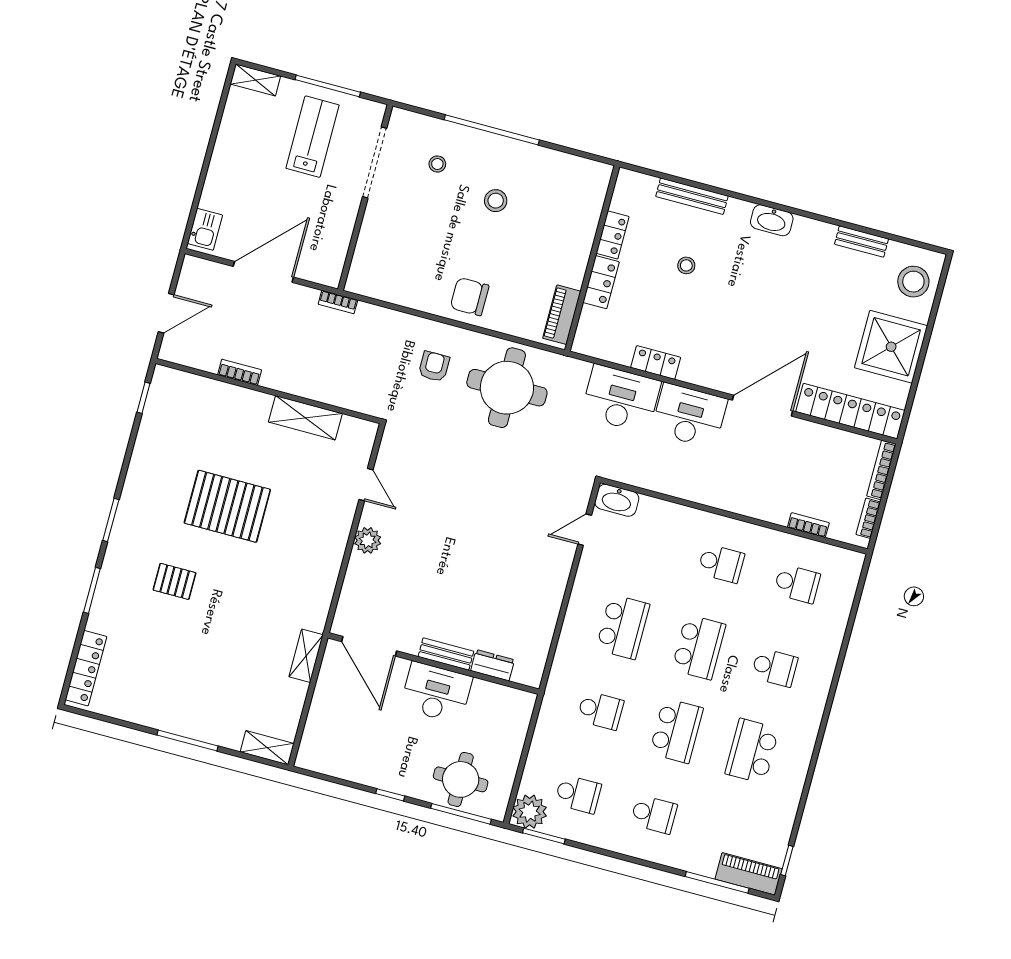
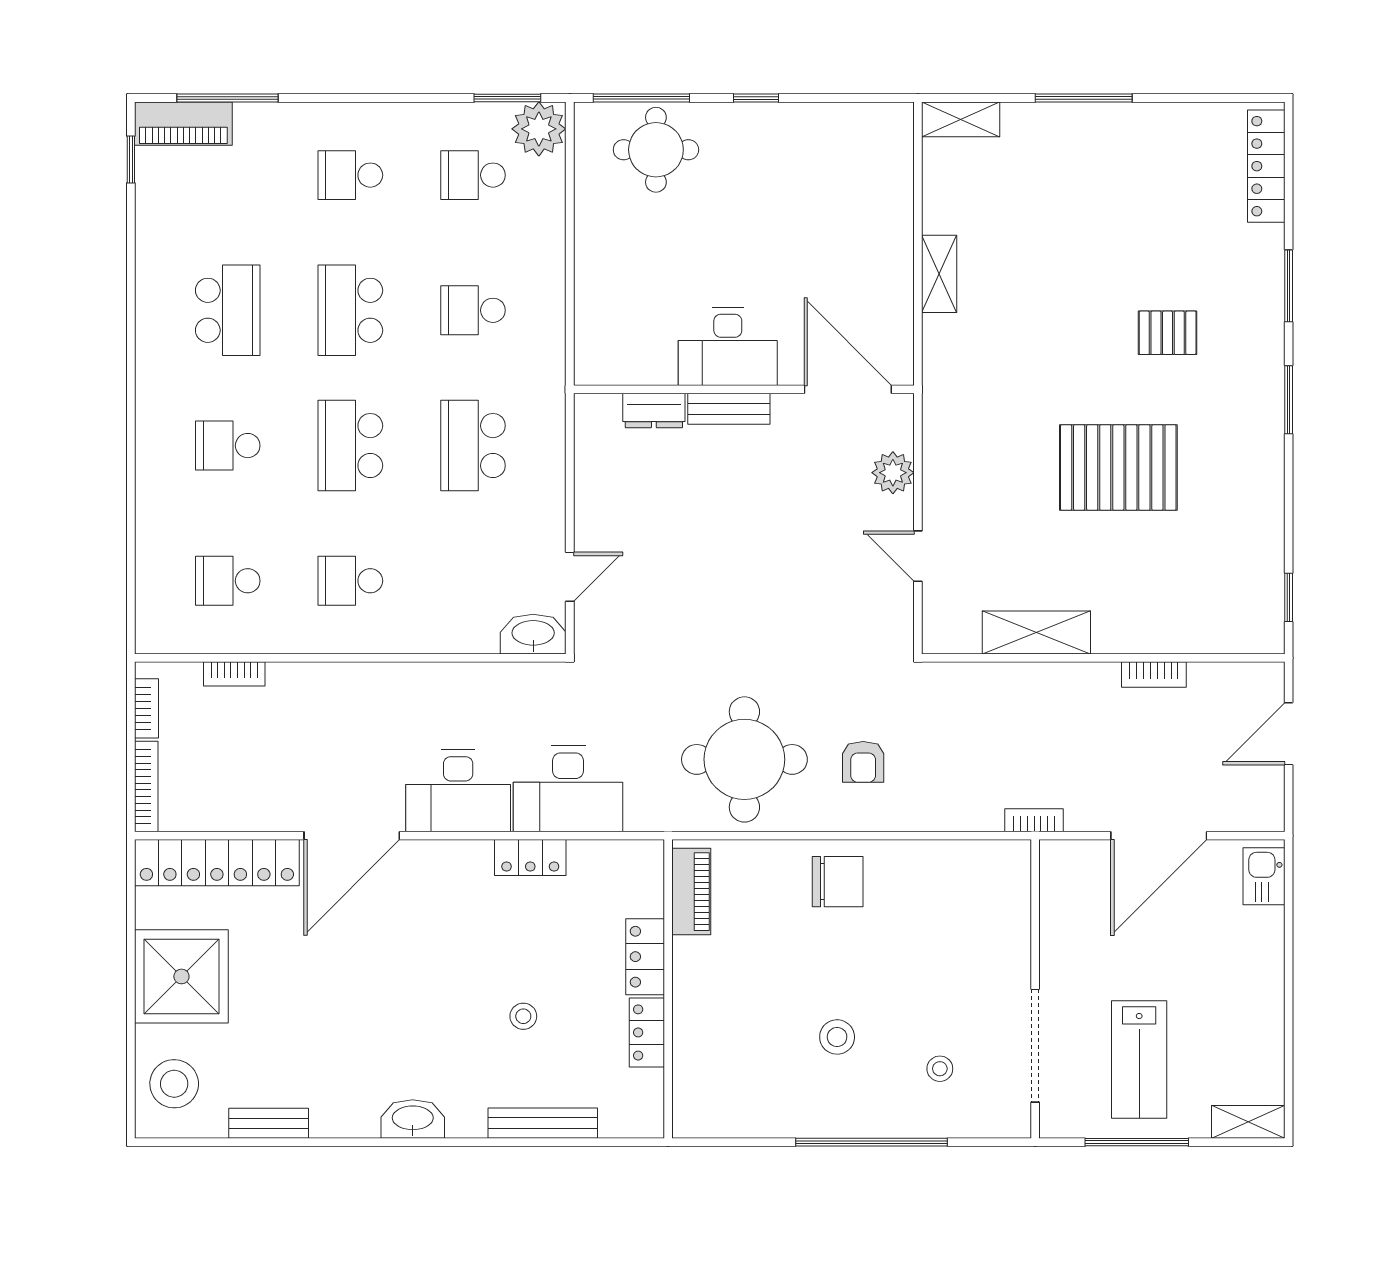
door: (369, 646) -> (848, 389), moved
bench: (446, 654) -> (729, 409), moved
wall: (433, 663) -> (744, 389), moved
dresser: (493, 665) -> (654, 411), moved
desk: (436, 693) -> (728, 347), moved

